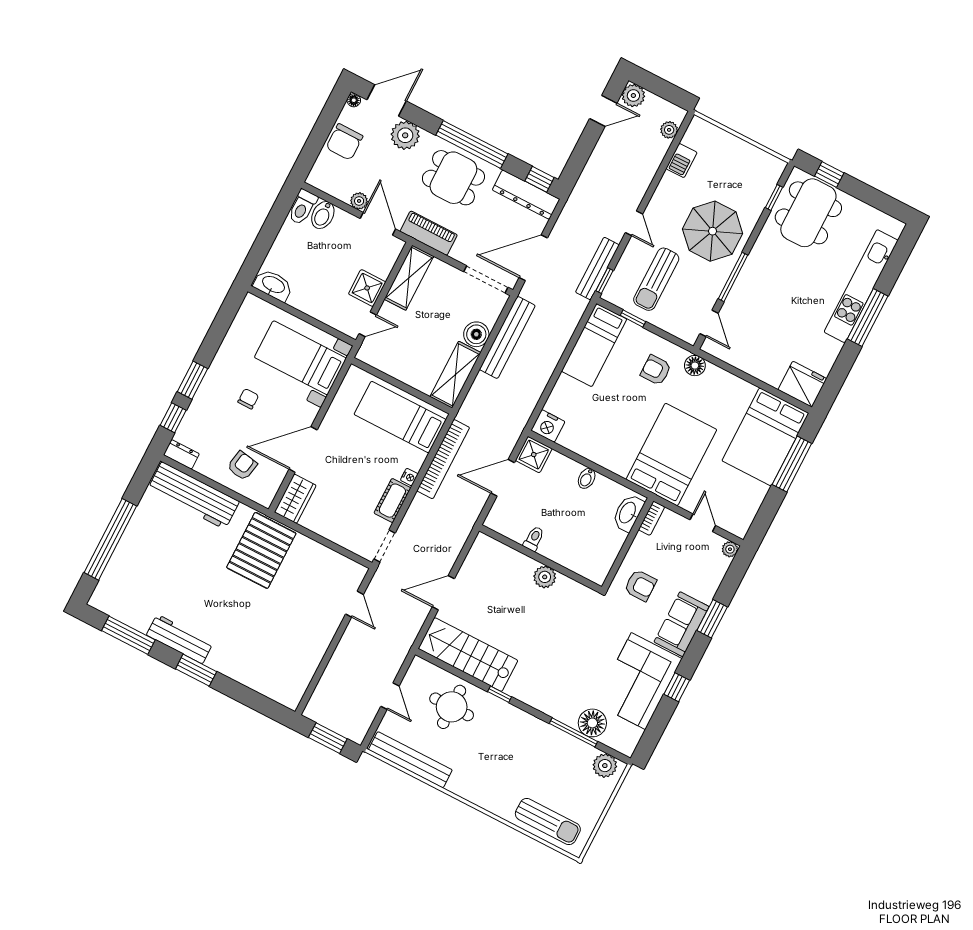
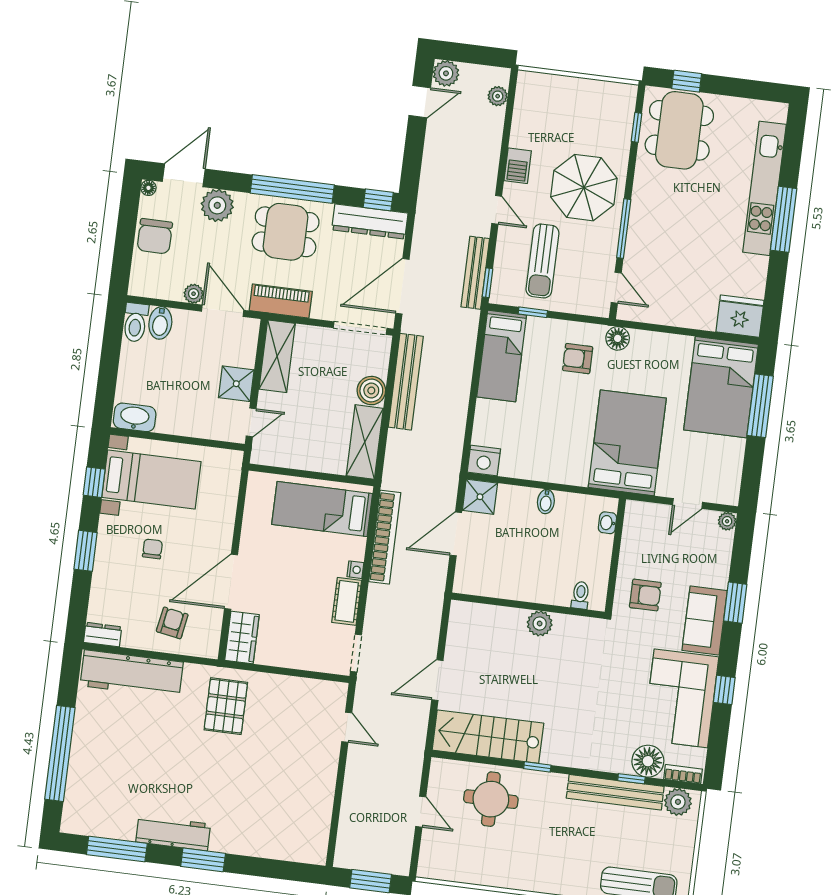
barbecue: (681, 161) -> (518, 166), moved
bed with nightstands: (300, 358) -> (151, 479), moved, turned 180
window: (173, 418) -> (94, 482), moved
washbasin: (628, 513) -> (607, 523), width x0.52, depth x0.69
bookcase: (652, 518) -> (683, 774), moved, turned -90
door: (703, 523) -> (688, 504), swing flipped
toilet: (534, 539) -> (580, 595), moved
pallet: (261, 550) -> (226, 706), width x0.73, depth x0.71
window: (574, 732) -> (631, 779), width x0.46
bench: (410, 760) -> (615, 792), moved

